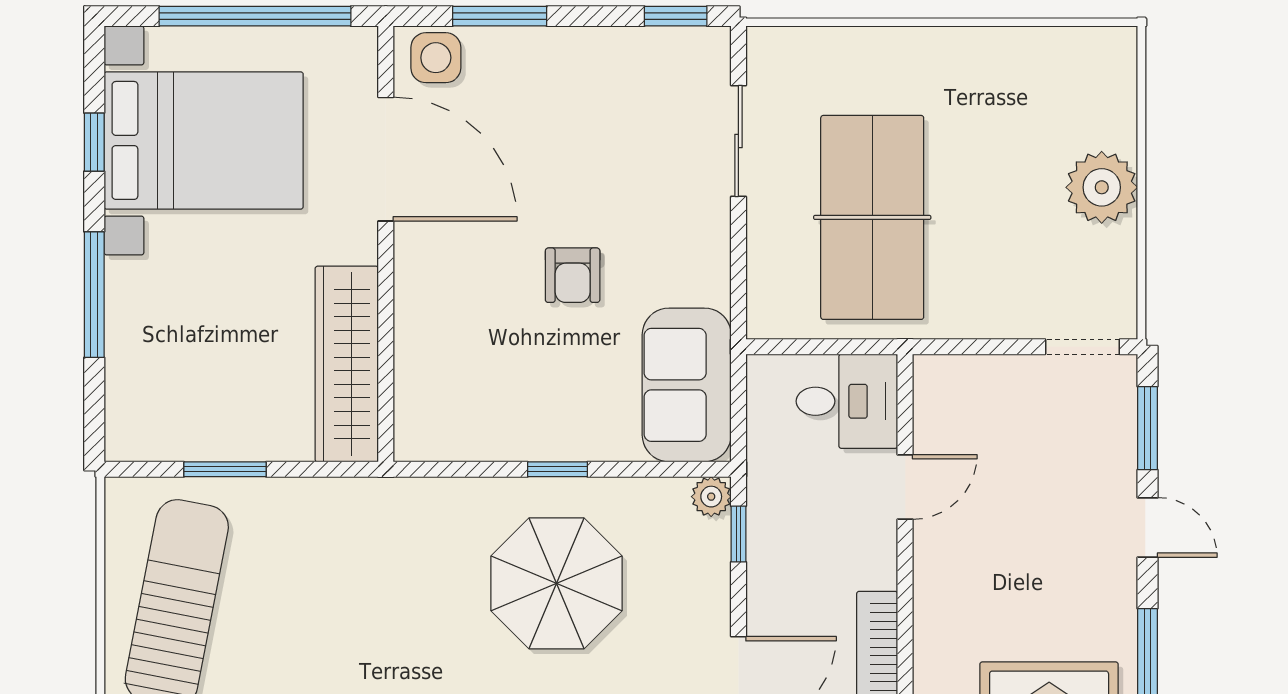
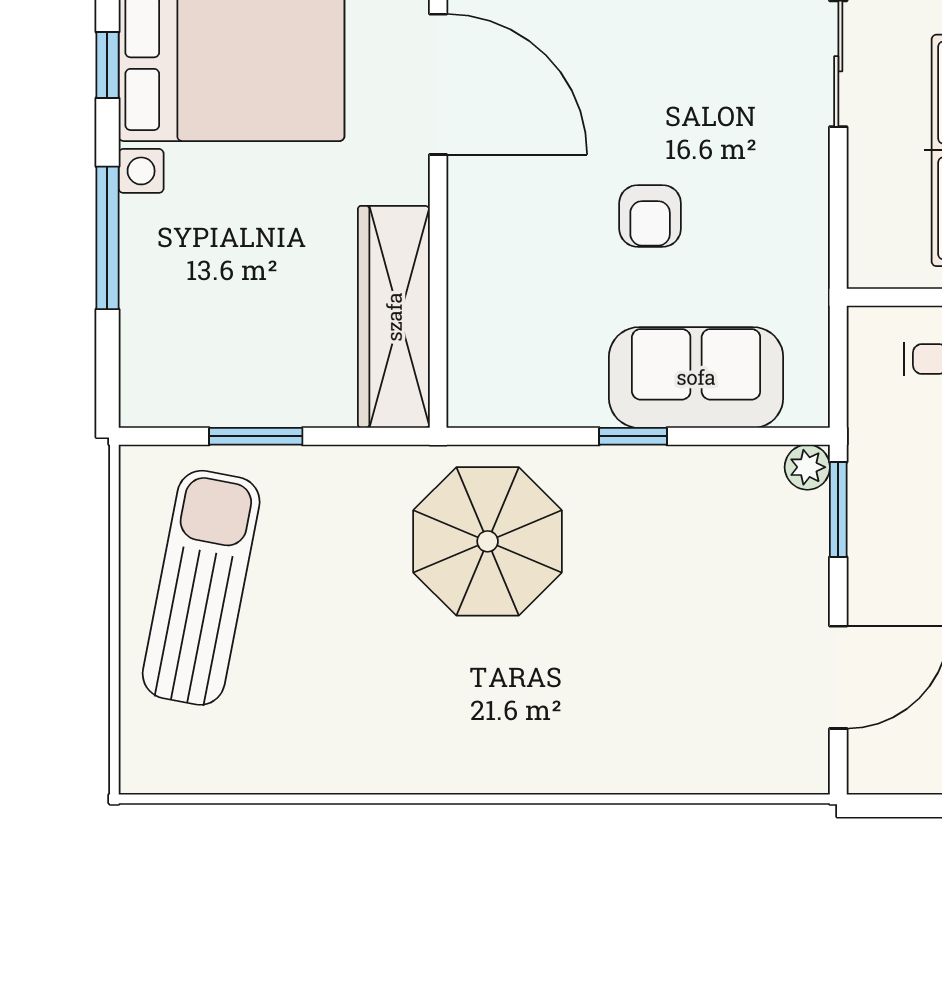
sofa: (687, 385) -> (696, 377), moved, turned 90
window: (738, 534) -> (838, 510), width x1.50
parasol: (557, 583) -> (488, 541), moved

